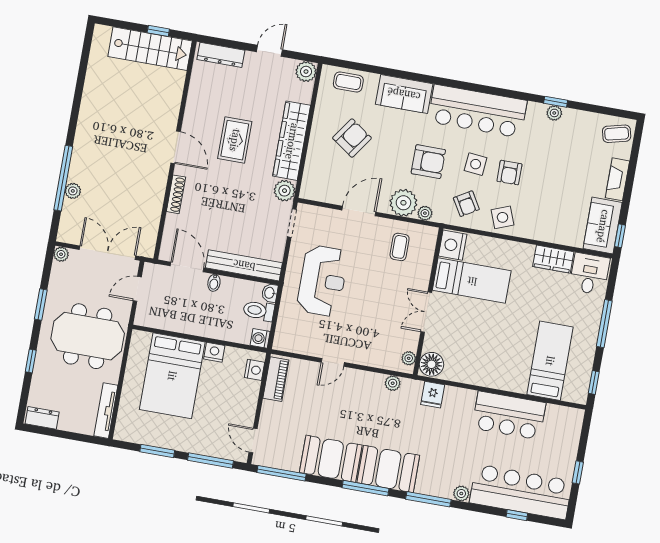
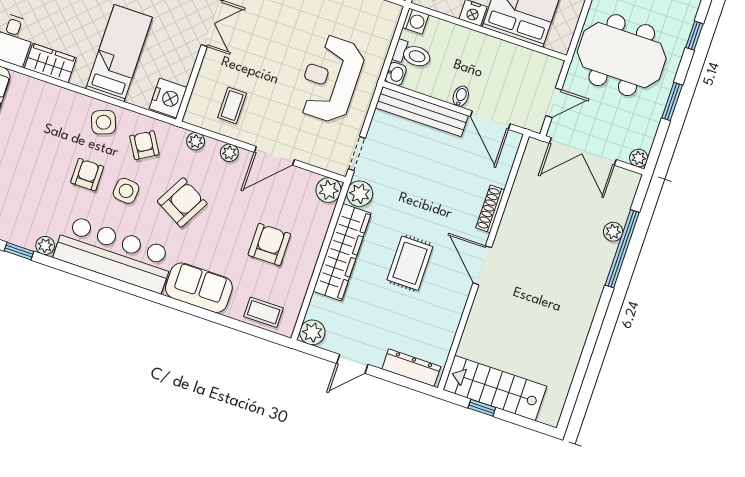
plant: (554, 113) -> (45, 245), moved
armchair: (352, 138) -> (269, 244), turned 145
armchair: (428, 162) -> (182, 202), turned 119
plant: (310, 190) -> (328, 190), added
plant: (403, 203) -> (229, 153), width x0.53, depth x0.53
bed: (472, 281) -> (119, 53), moved, turned 90

